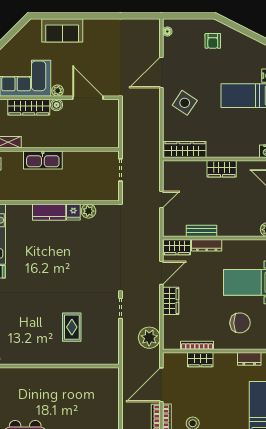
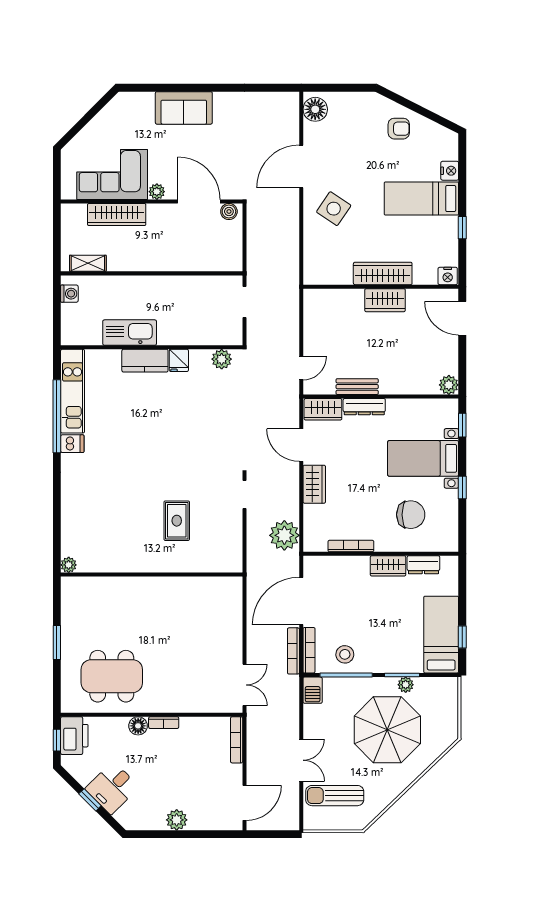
sofa: (62, 30) -> (184, 108), moved
floor lamp: (167, 31) -> (315, 109), width x1.89, depth x1.89
armchair: (213, 41) -> (399, 129), moved, turned -90
boiler: (57, 105) -> (229, 211), moved
wardrobe: (185, 149) -> (383, 273), moved
kitchen sink: (43, 160) -> (130, 333), moved, turned 180
door: (161, 199) -> (301, 368), moved
plant: (88, 211) -> (222, 359), moved
door: (161, 273) -> (301, 445), swing flipped
wardrobe: (200, 360) -> (388, 566), moved

